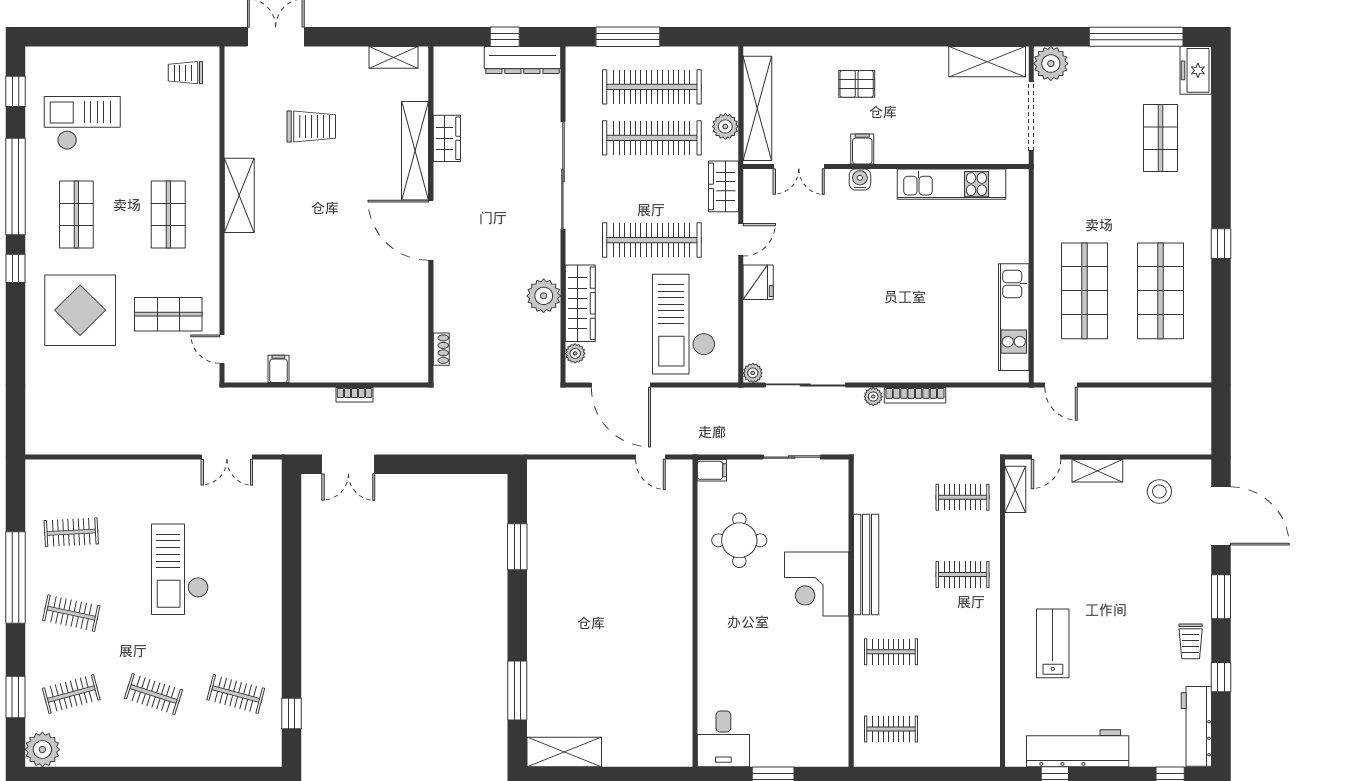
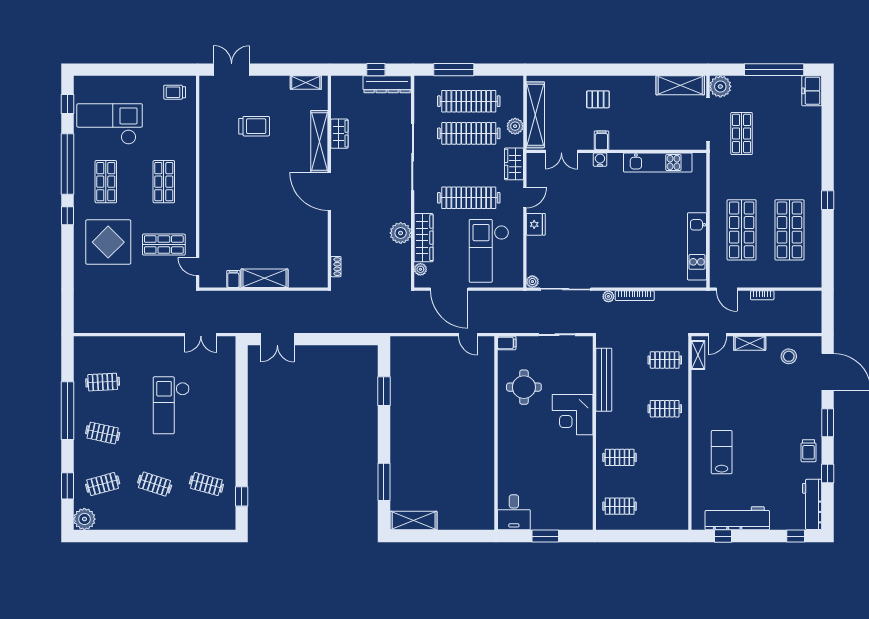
checkout: (82, 123) -> (110, 124), width x1.36, depth x1.21
shop shelf: (1160, 138) -> (742, 133), moved
shelving: (239, 195) -> (264, 278), moved, turned 90
bookcase: (355, 395) -> (762, 295), moved
bench: (866, 565) -> (604, 380), moved

